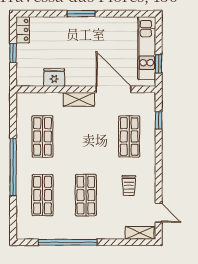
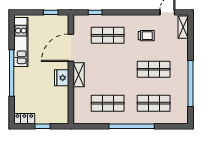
window: (81, 14) -> (12, 73), width x2.11
kitchen unit: (147, 48) -> (21, 42), moved, turned -90
fridge: (54, 77) -> (62, 78), moved

